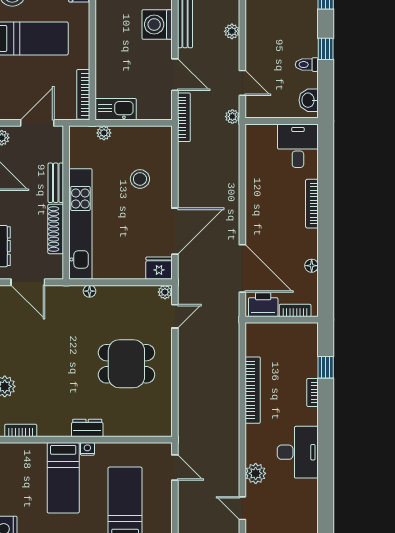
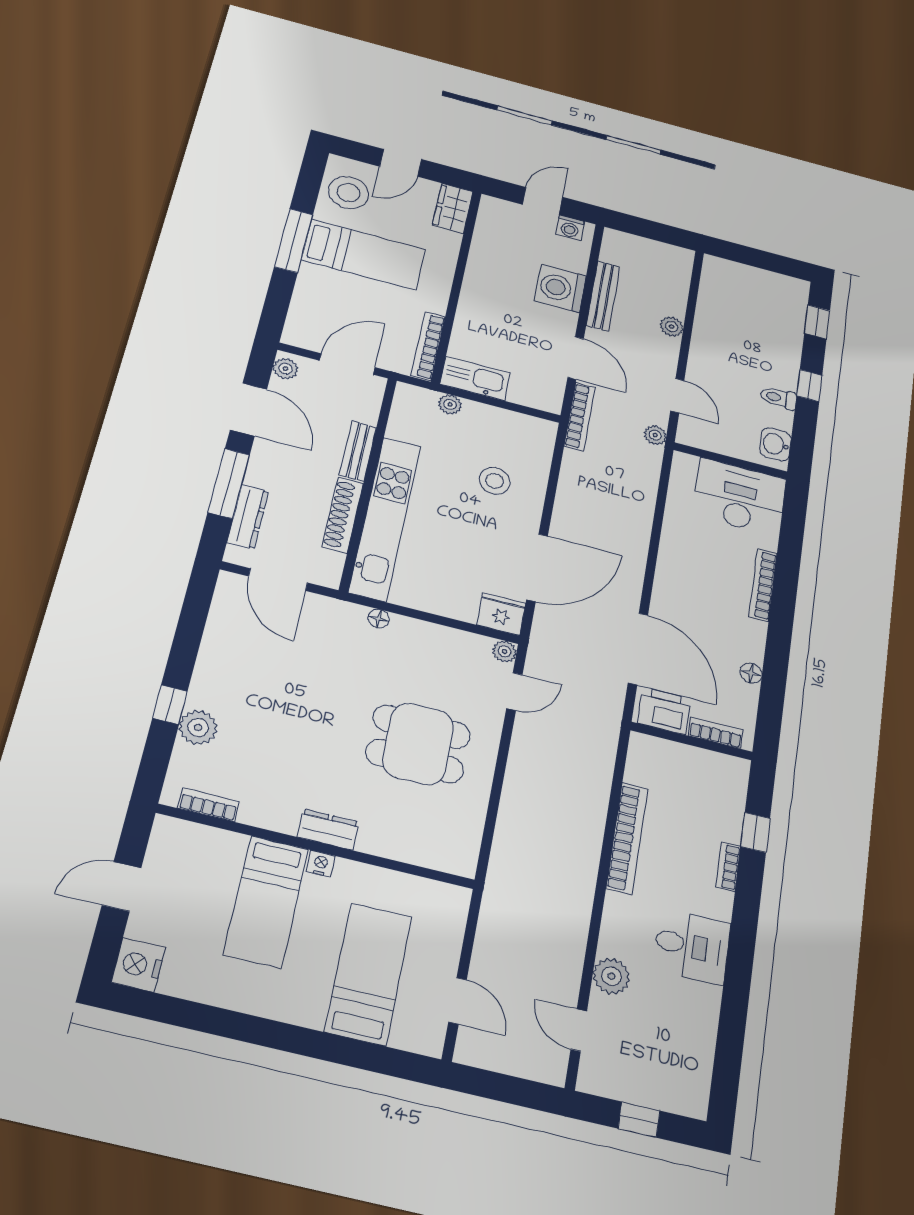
desk: (298, 146) -> (739, 497), width x1.37
desk: (298, 452) -> (692, 946), width x0.73
door: (175, 467) -> (458, 1001), moved

